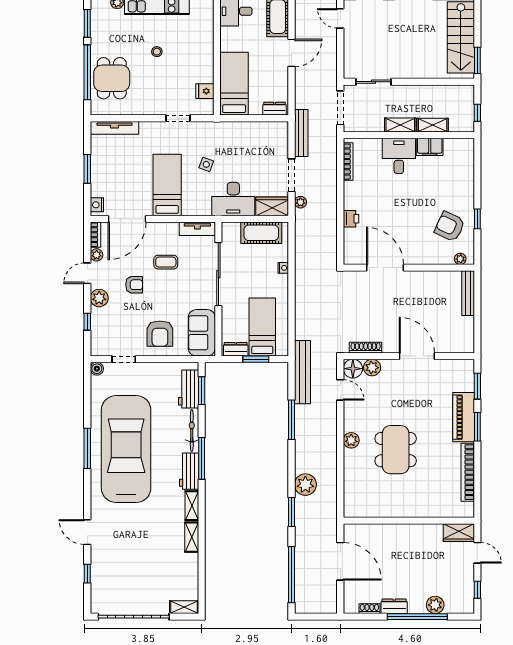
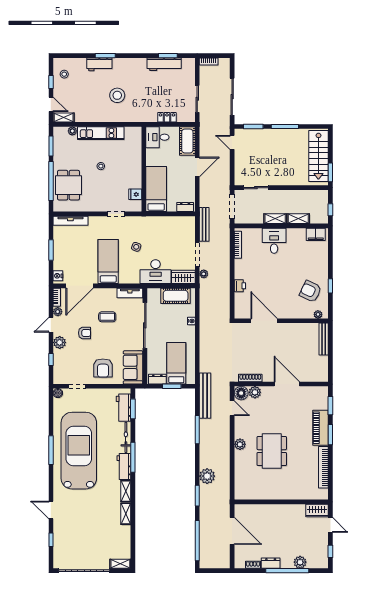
filing cabinet: (430, 147) -> (316, 234), moved

